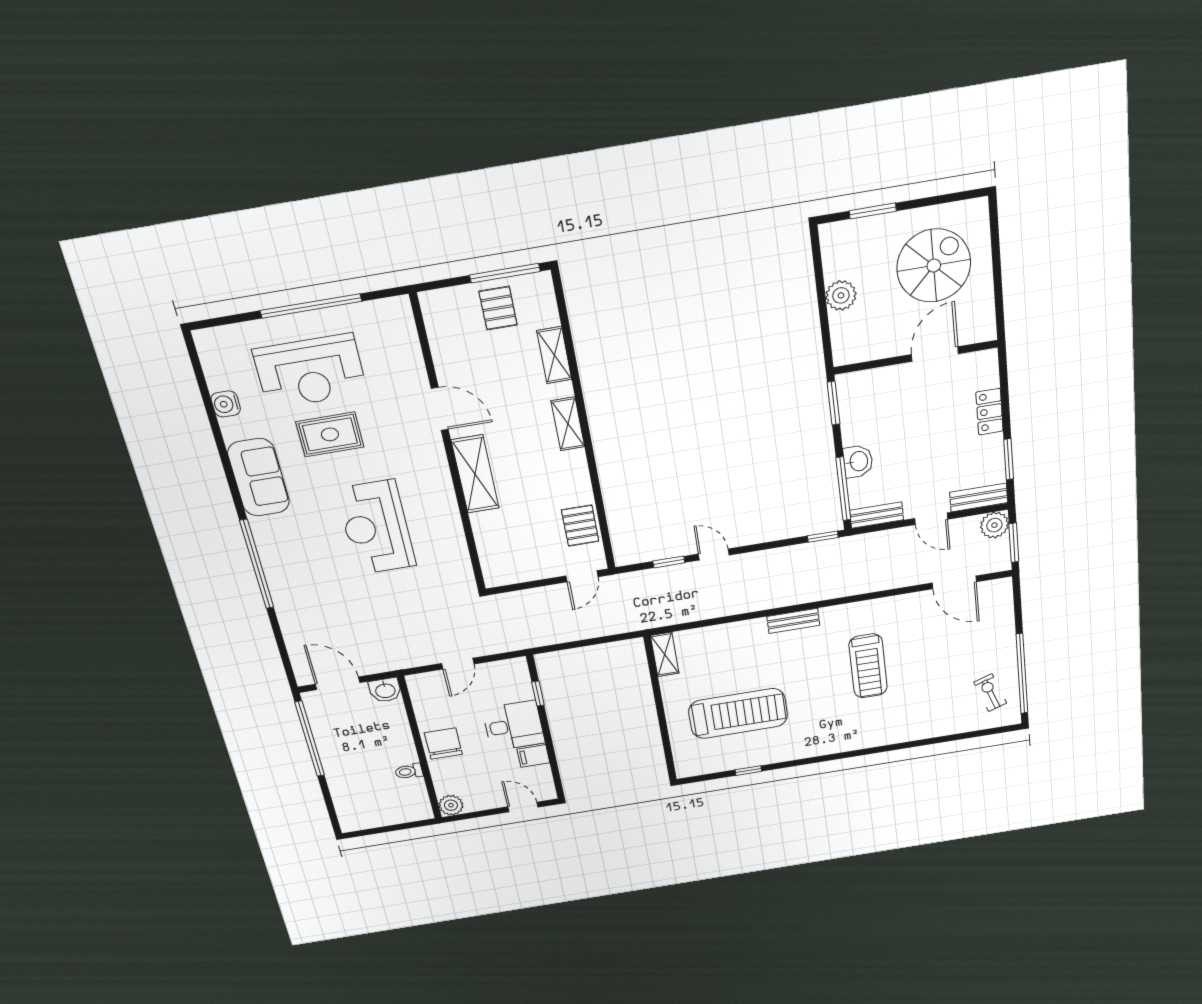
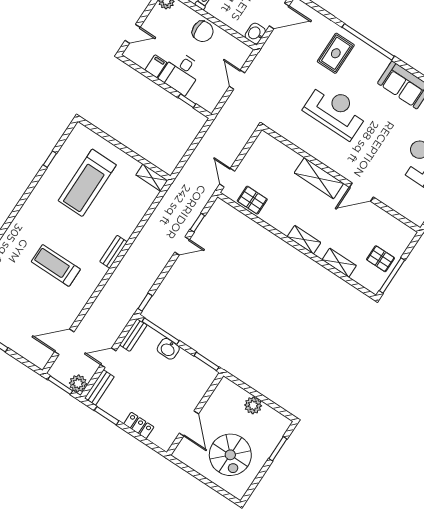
rug: (330, 434) -> (336, 53), moved

